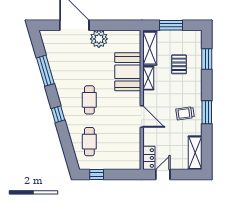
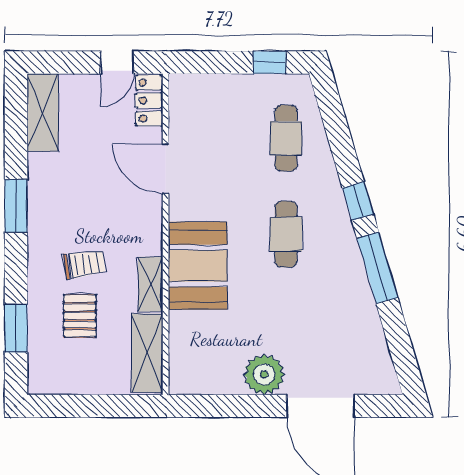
window: (171, 25) -> (98, 406), removed
window: (45, 71) -> (377, 268), moved
booth: (128, 72) -> (198, 266), moved
trolley: (185, 113) -> (84, 264), moved
door: (142, 117) -> (166, 169), moved

